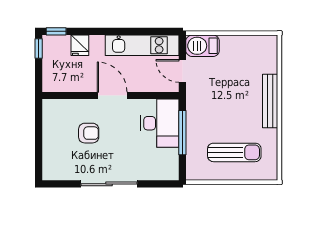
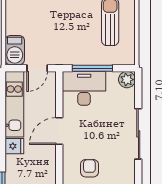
fridge: (80, 45) -> (14, 146), moved
armchair: (89, 133) -> (89, 168), moved
plant: (170, 171) -> (127, 80), added

